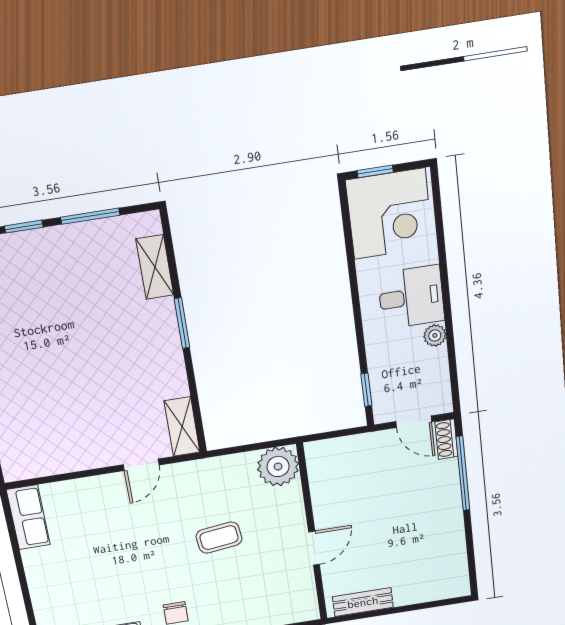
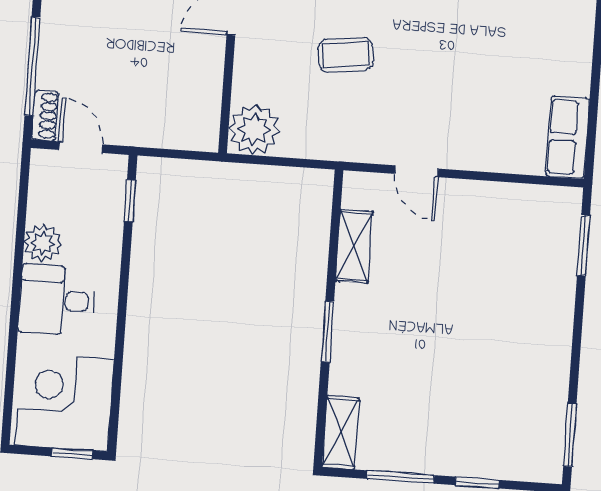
shelving: (155, 267) -> (341, 433), moved
plant: (435, 335) -> (43, 243), width x1.38, depth x1.38
shelving: (182, 427) -> (354, 246), moved
door: (141, 465) -> (417, 171), swing flipped

